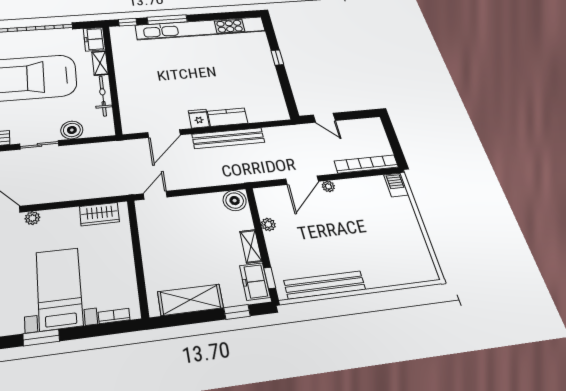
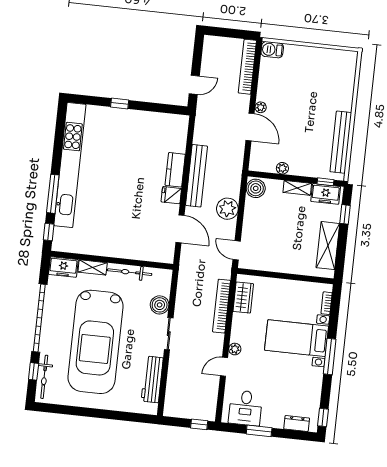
plant: (201, 176) -> (227, 209), added
bookcase: (84, 193) -> (222, 306), added
window: (41, 338) -> (330, 356), width x1.44

